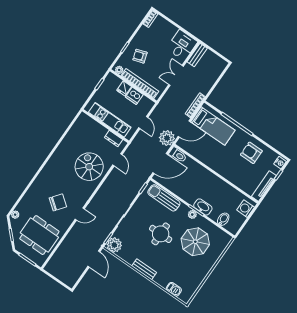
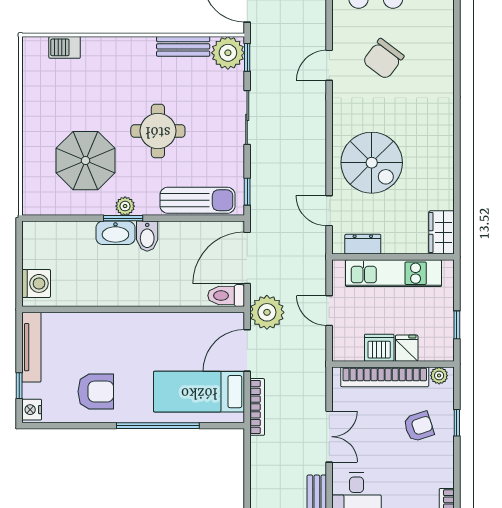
wardrobe: (81, 123) -> (442, 232), added
bidet: (223, 219) -> (147, 236), moved
bench: (144, 269) -> (183, 46), moved

